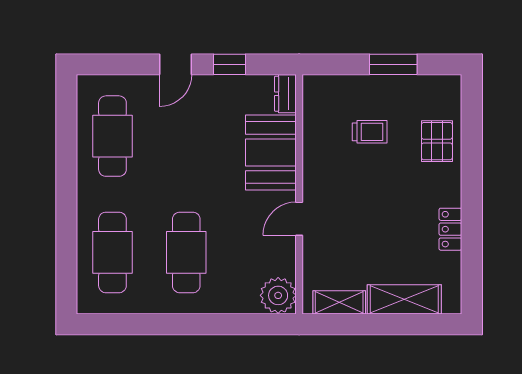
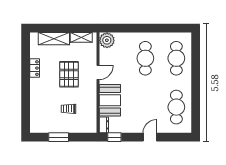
window: (229, 64) -> (114, 137), moved
pallet: (437, 141) -> (69, 74), moved, width x1.50, depth x1.42

